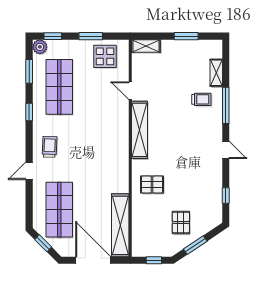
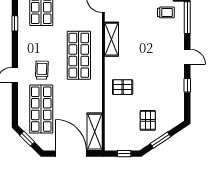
shelving: (139, 130) -> (112, 39), width x0.68
trolley: (50, 147) -> (42, 70), moved
shop shelf: (102, 148) -> (79, 55), added
window: (226, 196) -> (187, 85), moved
shelving: (120, 225) -> (95, 132), width x0.68

